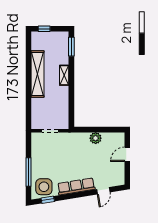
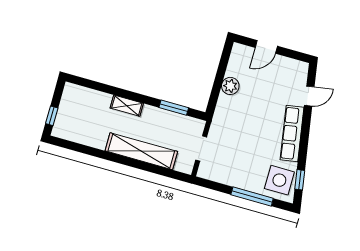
window: (71, 47) -> (174, 108), moved
shelving: (38, 74) -> (141, 151), moved
door: (127, 154) -> (266, 47), hinge flipped
door: (103, 191) -> (309, 96), hinge flipped

